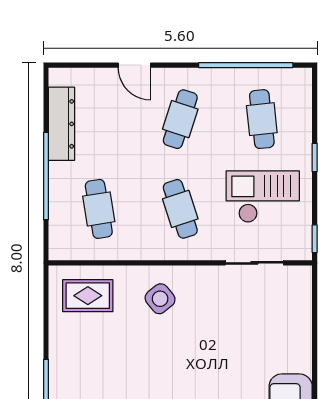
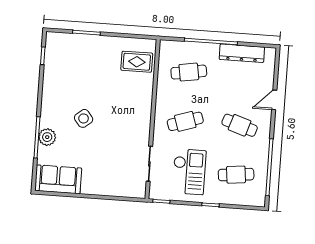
rug: (88, 296) -> (137, 62), turned 90
side table: (160, 299) -> (84, 118), moved

